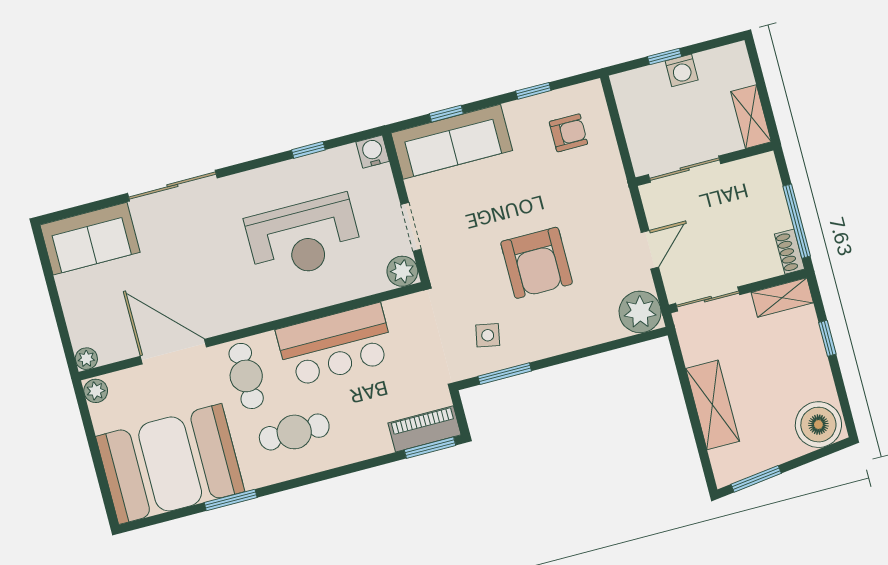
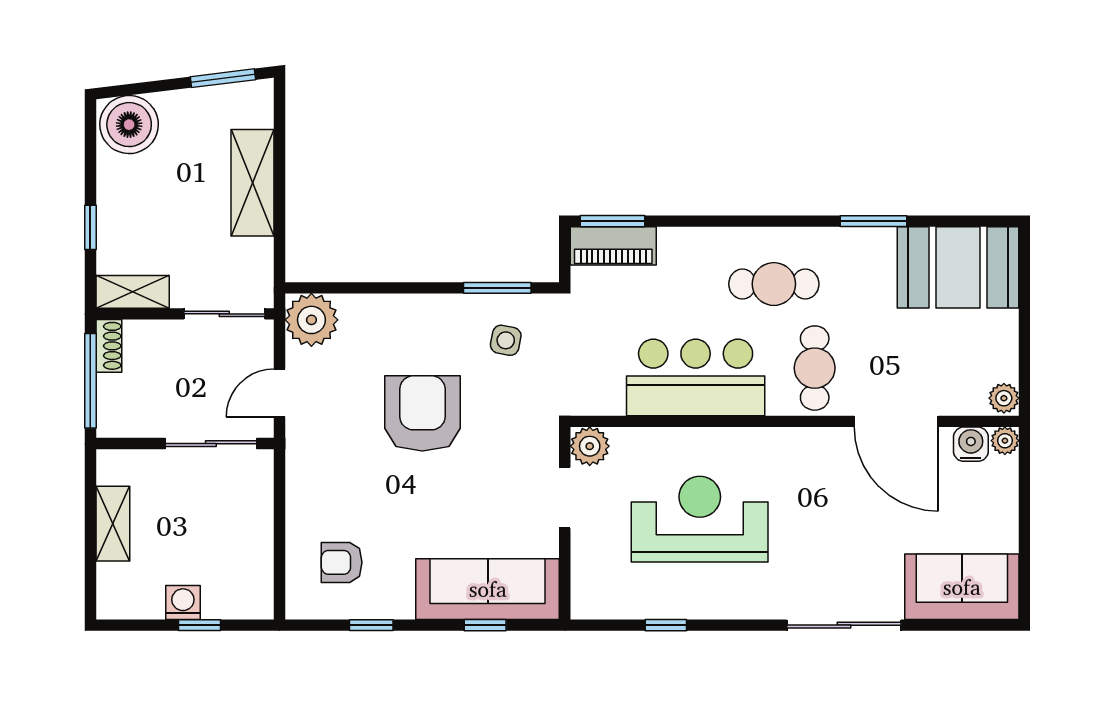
water cooler: (373, 152) -> (971, 444), moved, turned 180
wall: (704, 164) -> (185, 444), moved
sliding door: (685, 169) -> (211, 444), moved
booth: (170, 464) -> (958, 267), width x0.73, depth x0.70

